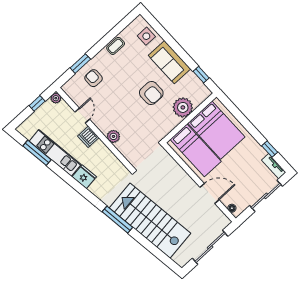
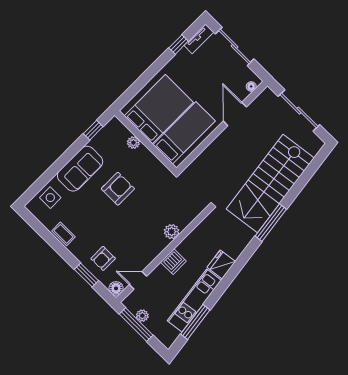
floor lamp: (68, 88) -> (116, 288), added
plant: (56, 98) -> (142, 316), moved
window: (37, 103) -> (136, 325), width x2.17
plant: (183, 107) -> (133, 143), width x0.53, depth x0.53
door: (82, 116) -> (138, 280), moved

